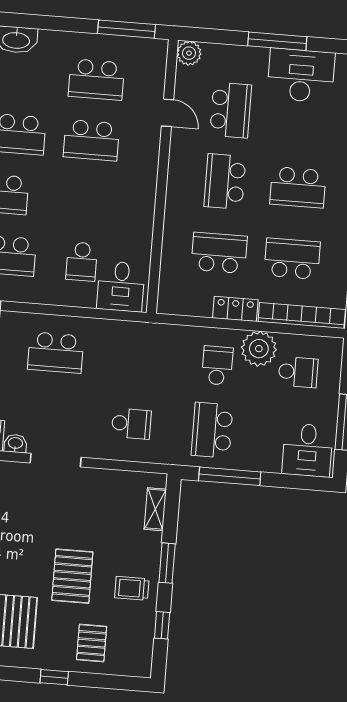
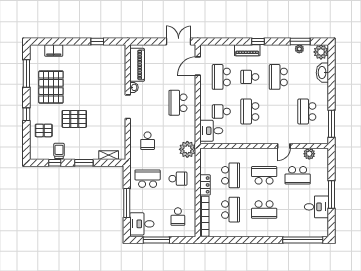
plant: (189, 53) -> (309, 154), moved
desk: (301, 75) -> (316, 207), width x0.73
door: (167, 113) -> (284, 146), moved
school desk: (91, 140) -> (250, 111), moved
school desk: (298, 187) -> (264, 210), turned -90
plant: (259, 349) -> (187, 149), moved
window: (230, 476) -> (127, 203), moved
trolley: (132, 588) -> (59, 151), moved

